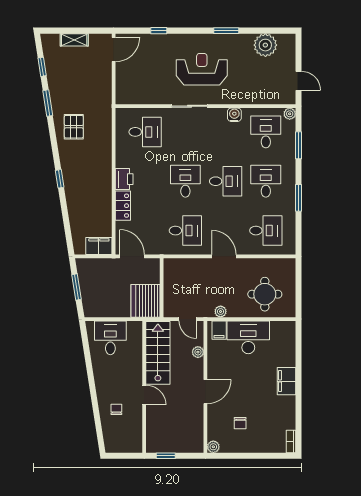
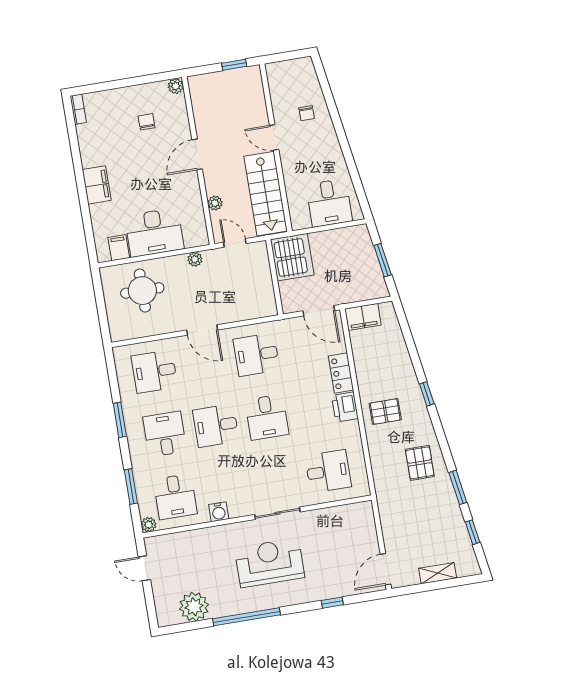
window: (226, 31) -> (247, 617), width x2.11
reception desk: (202, 69) -> (270, 563), turned 180
desk: (145, 132) -> (328, 471), turned 180
pallet: (94, 170) -> (385, 412), added
desk: (266, 181) -> (165, 434), turned 180
filing cabinet: (219, 330) -> (119, 248), moved

